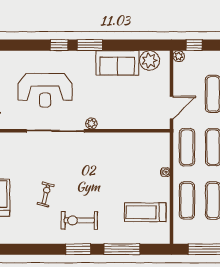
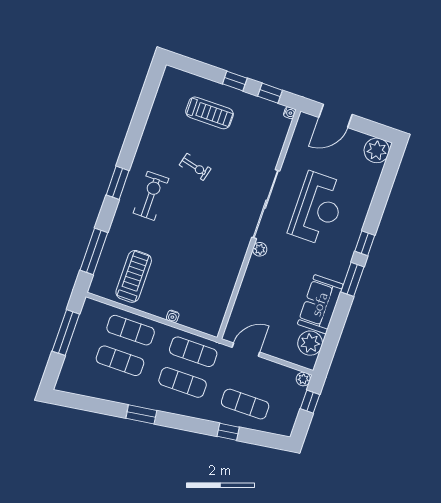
reception desk: (45, 90) -> (318, 208), turned 180
door: (171, 108) -> (246, 350), swing flipped
window: (122, 249) -> (94, 251), moved

